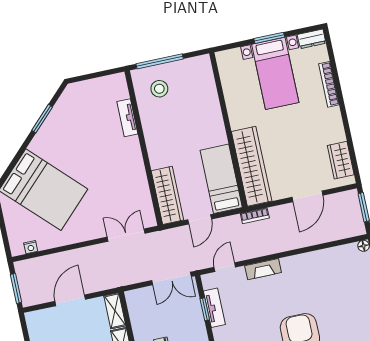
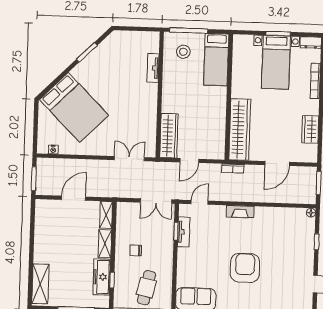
wardrobe: (341, 160) -> (310, 129), moved
bed: (221, 179) -> (216, 60), moved, turned 180
fireplace: (263, 269) -> (240, 212), moved

